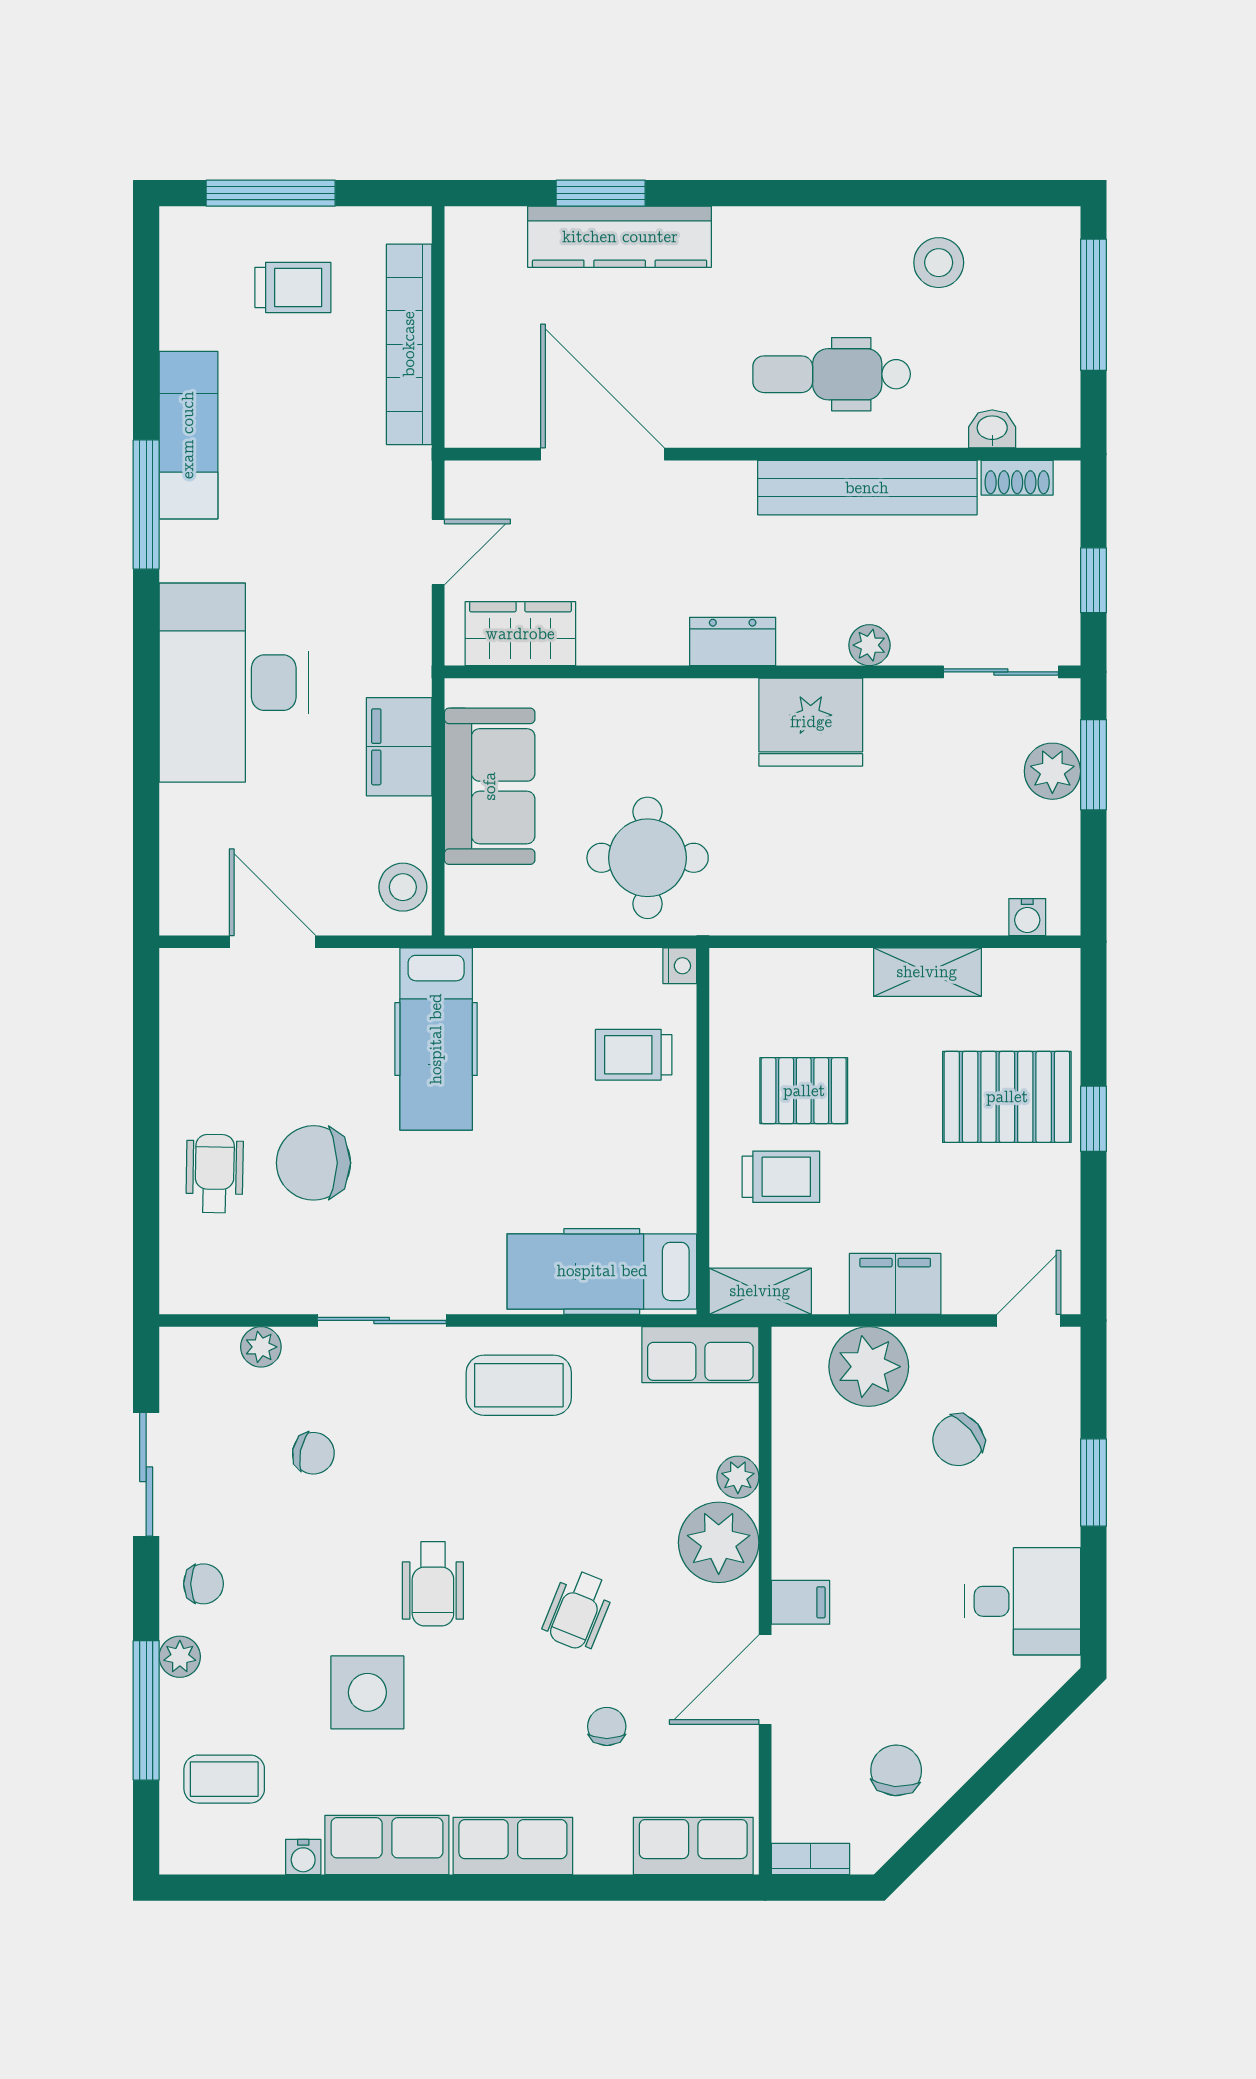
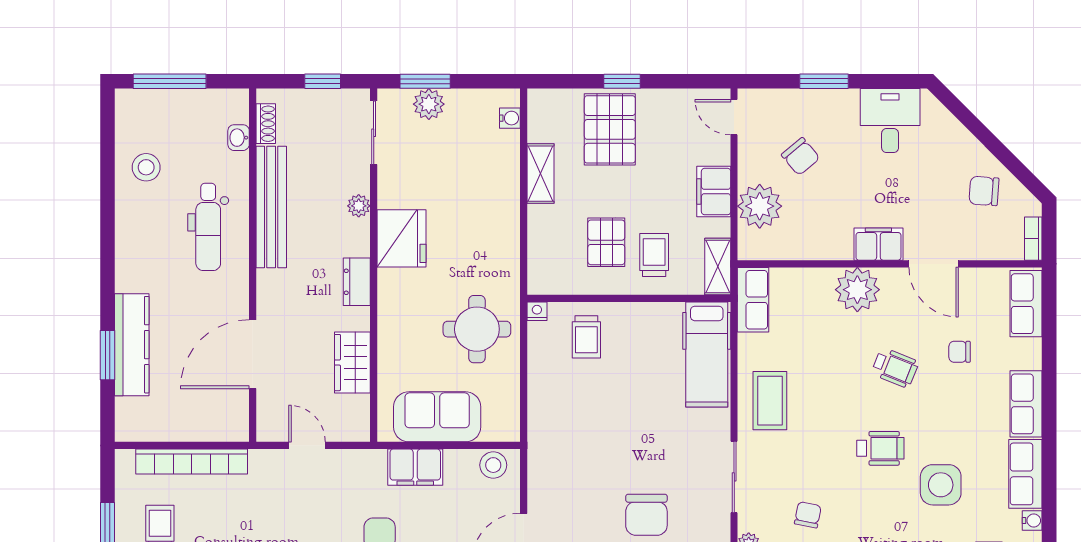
wardrobe: (520, 634) -> (352, 363), moved
hospital bed: (436, 1039) -> (578, 447), removed
plant: (738, 1477) -> (821, 279), removed
filing cabinet: (801, 1602) -> (878, 244), width x2.00

